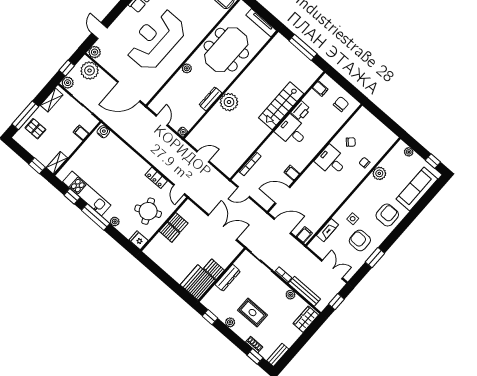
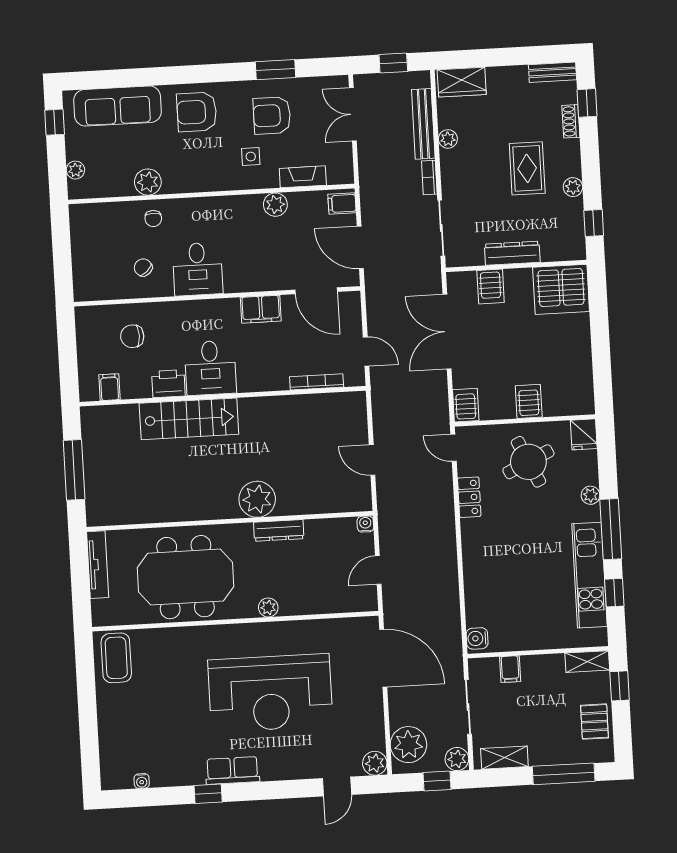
chair: (341, 104) -> (132, 336), moved
pallet: (35, 129) -> (594, 722), moved
filing cabinet: (292, 173) -> (261, 309), width x2.00
door: (179, 189) -> (454, 448), swing flipped
plant: (327, 211) -> (275, 205), added
server rack: (178, 222) -> (466, 405), moved
armchair: (360, 240) -> (272, 115), turned 90
server rack: (214, 269) -> (491, 287), moved

